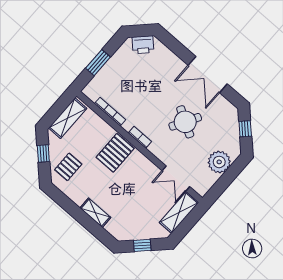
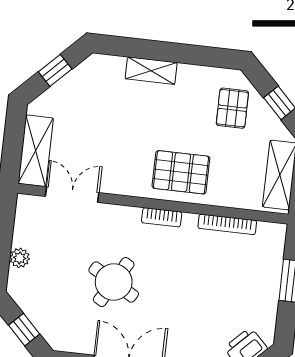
pallet: (115, 153) -> (181, 172), turned 90
plant: (219, 162) -> (20, 258), width x0.53, depth x0.53

